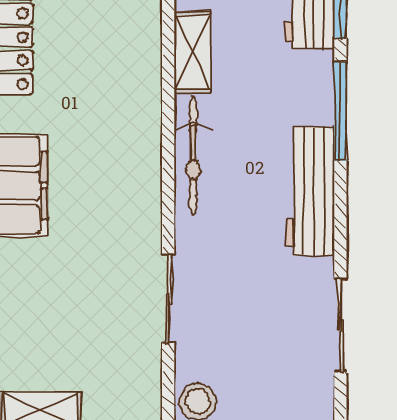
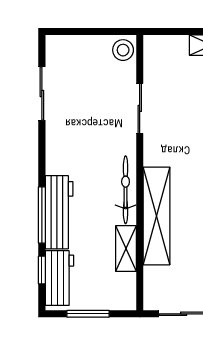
shelving: (139, 110) -> (156, 216), added
workbench: (310, 191) -> (59, 212), moved

